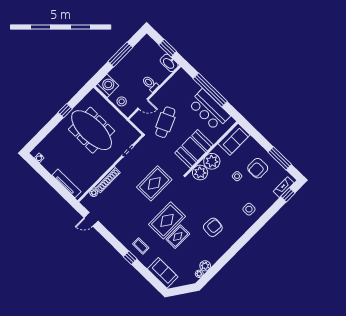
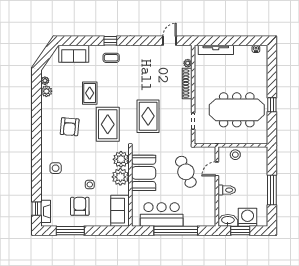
washing machine: (107, 86) -> (248, 217), moved, turned 180
rug: (167, 220) -> (108, 124), moved

